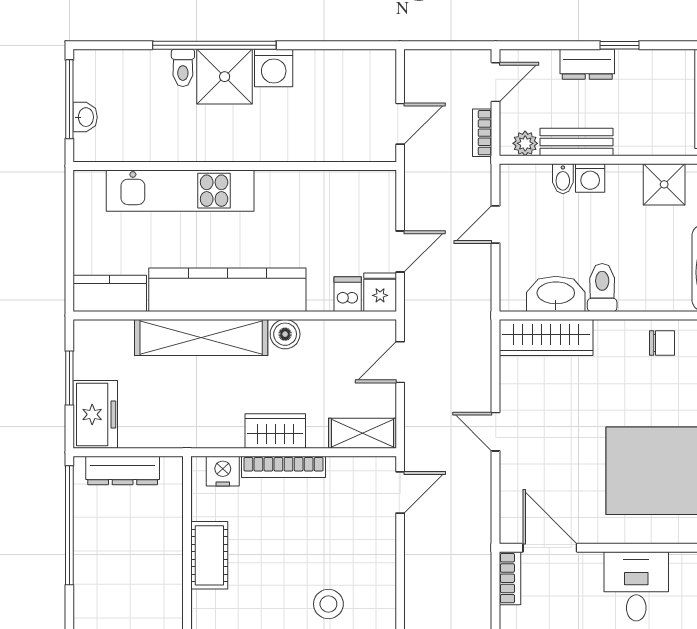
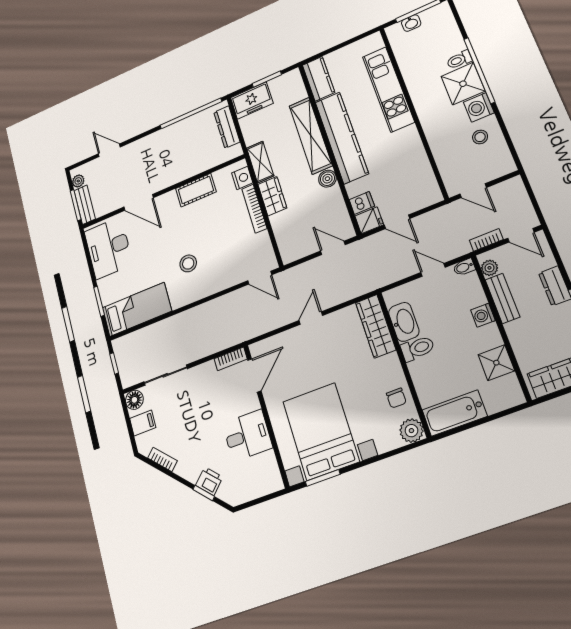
stool: (321, 83) -> (480, 137), added
bidet: (563, 179) -> (464, 267), moved
shelving: (362, 433) -> (260, 162), moved

